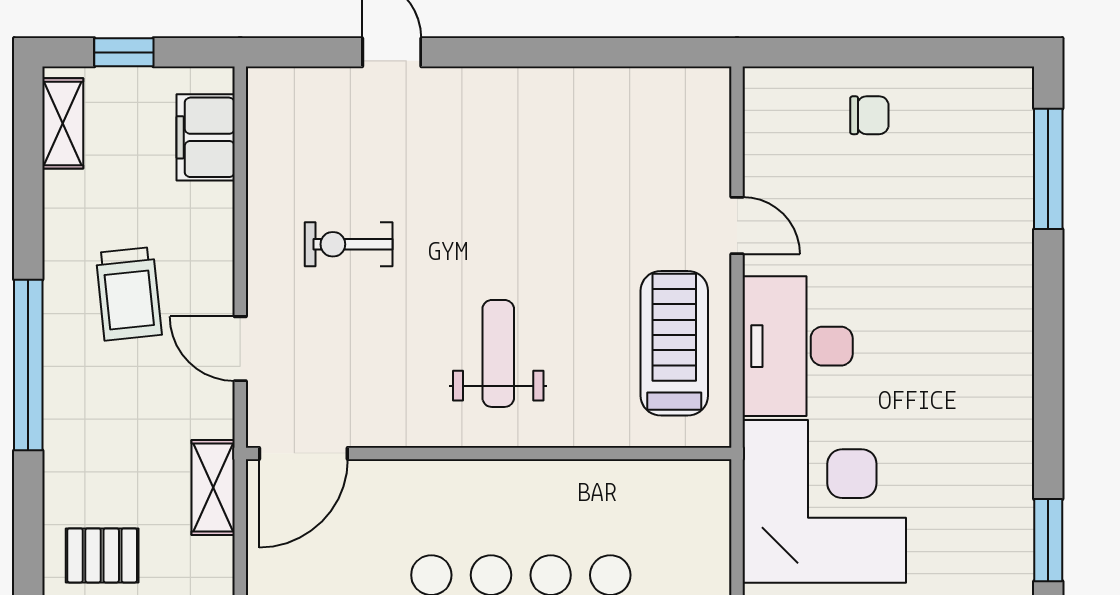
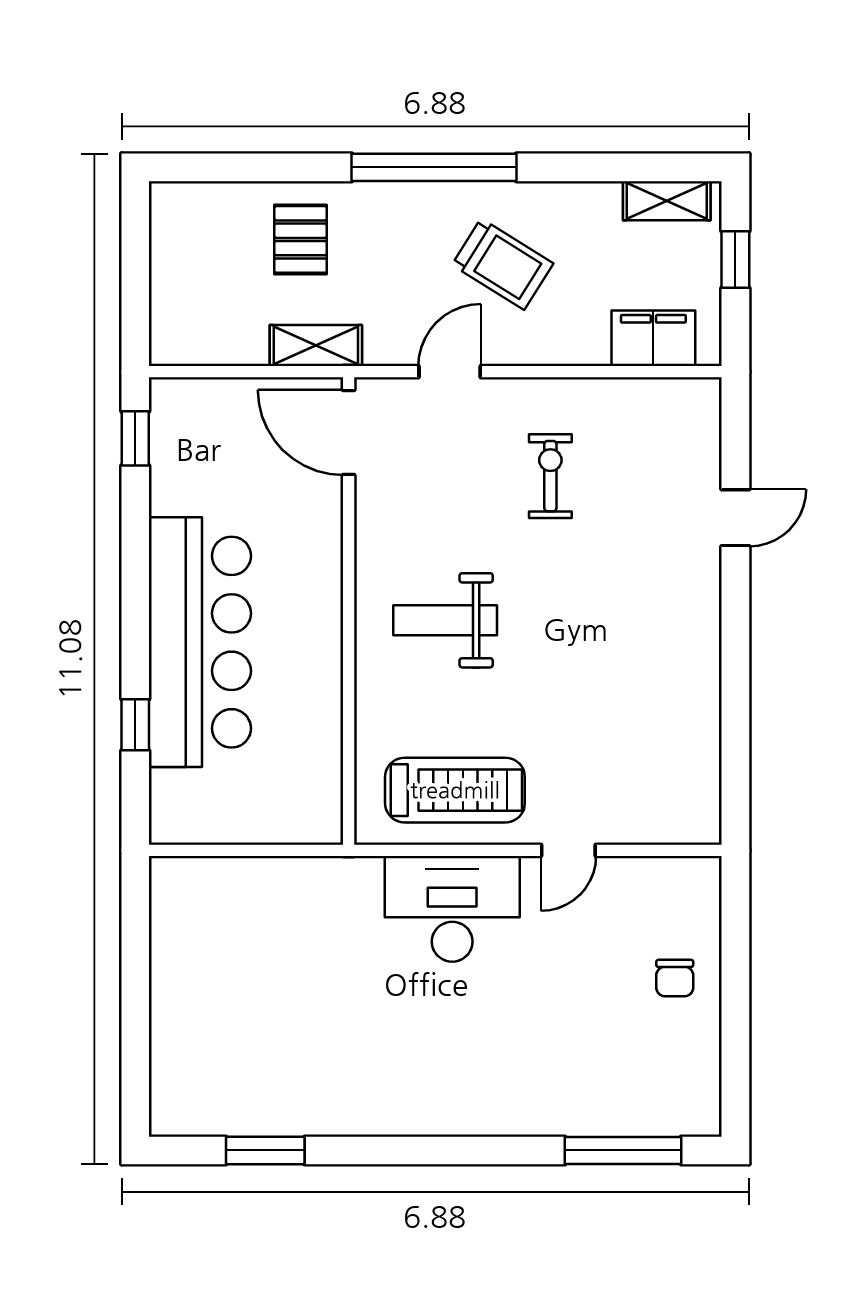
trolley: (129, 294) -> (503, 264), turned -142
weight bench: (498, 353) -> (445, 620), turned 180
corner desk: (824, 501) -> (303, 935), removed
pallet: (102, 555) -> (301, 239), moved

